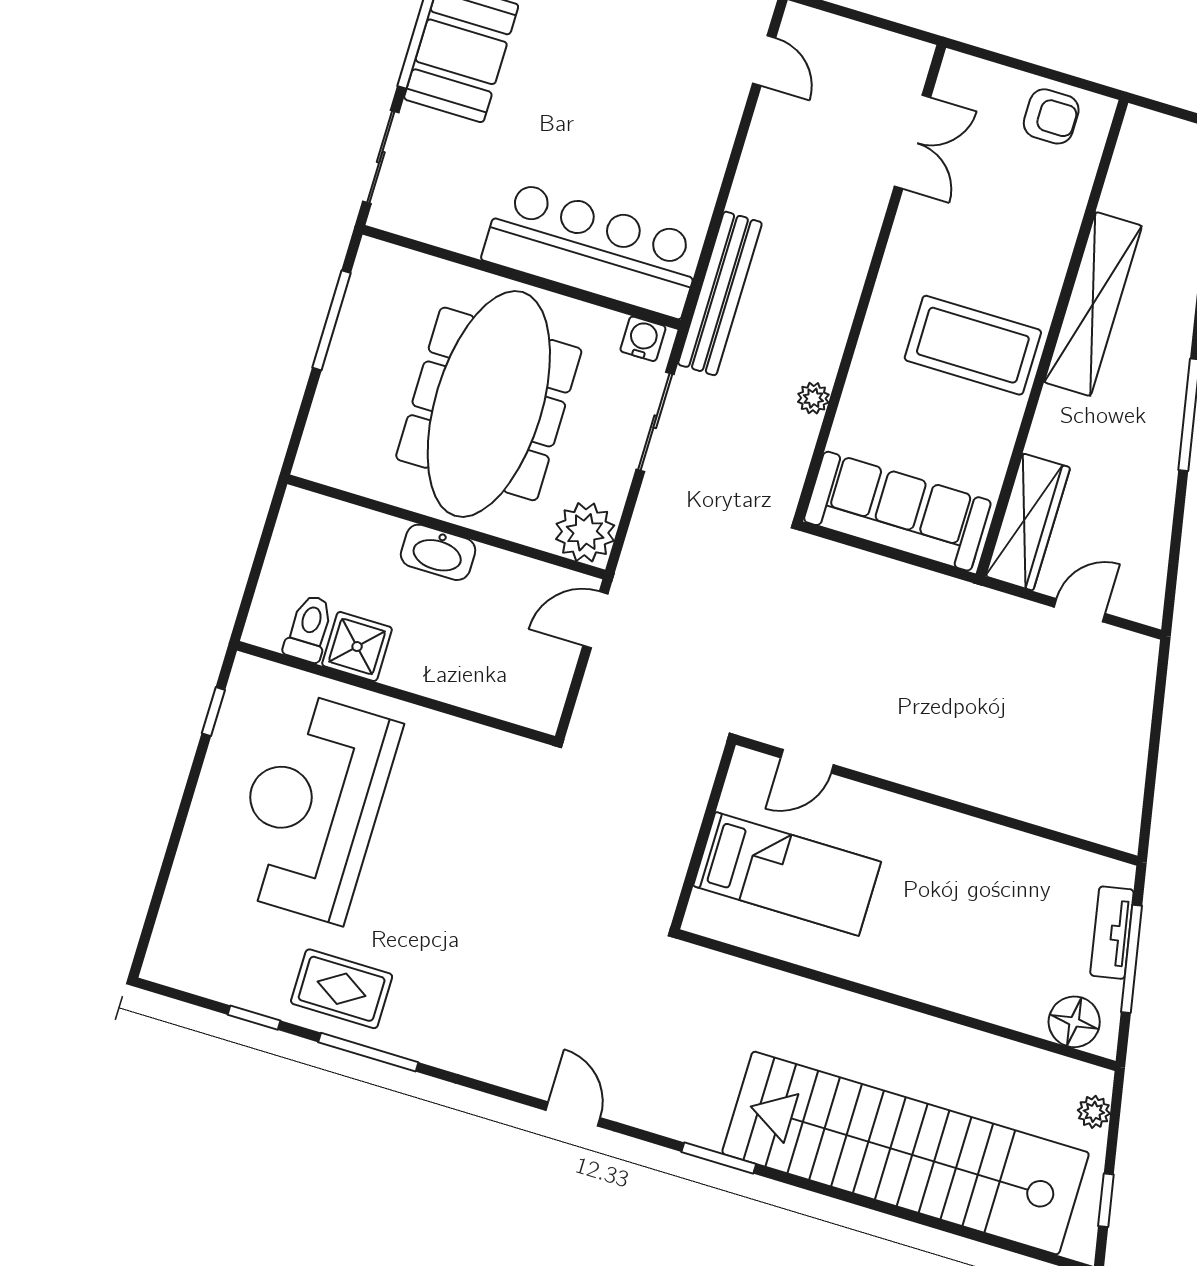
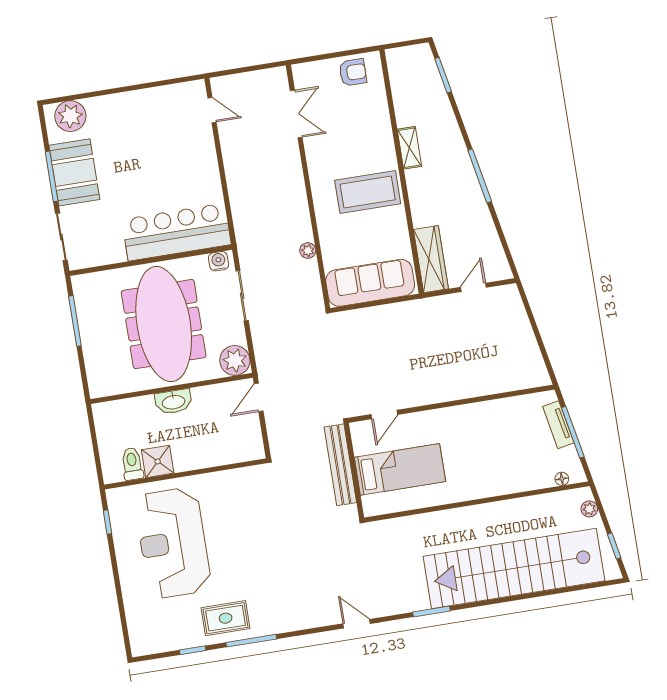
bench: (720, 293) -> (340, 465), moved
shelving: (1093, 304) -> (409, 148), width x0.45, depth x0.75
floor lamp: (1074, 1022) -> (562, 479), width x0.53, depth x0.53

